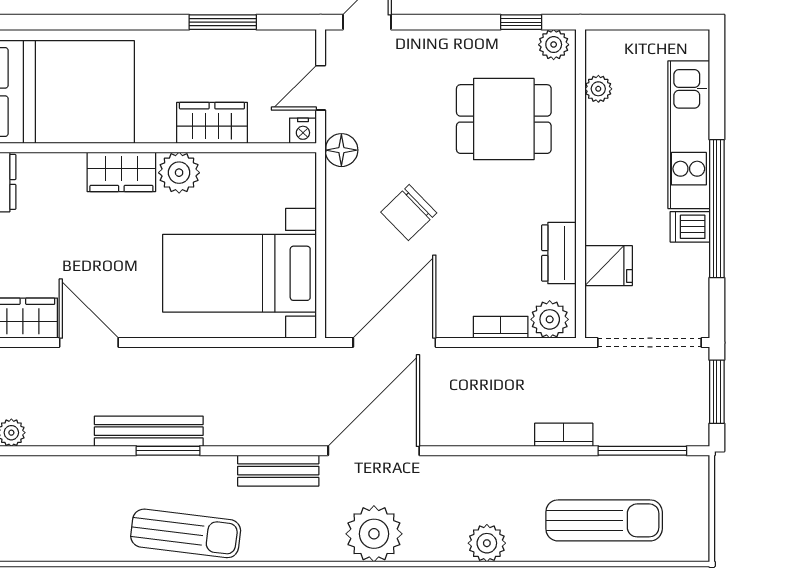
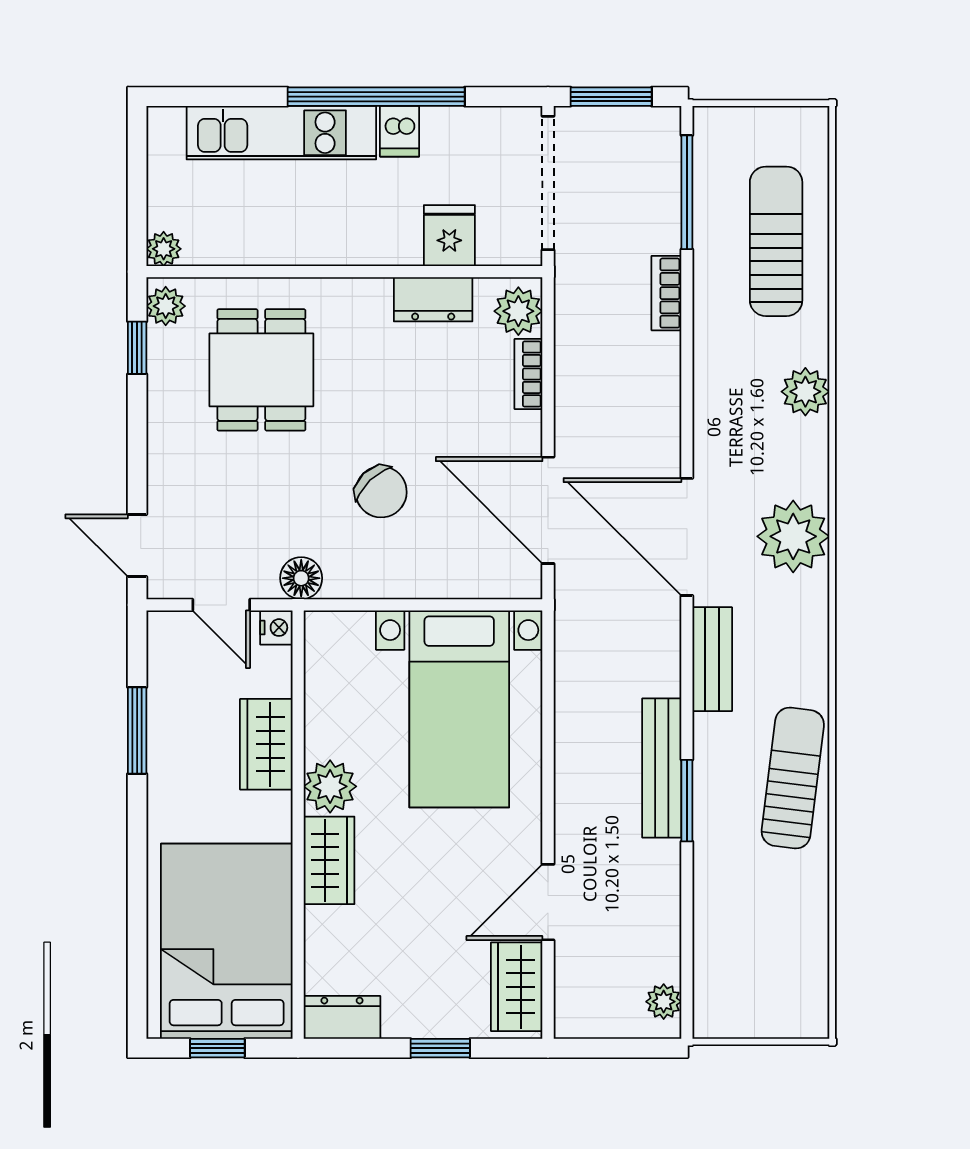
plant: (598, 89) -> (164, 249), moved
bench: (149, 431) -> (662, 768), moved

